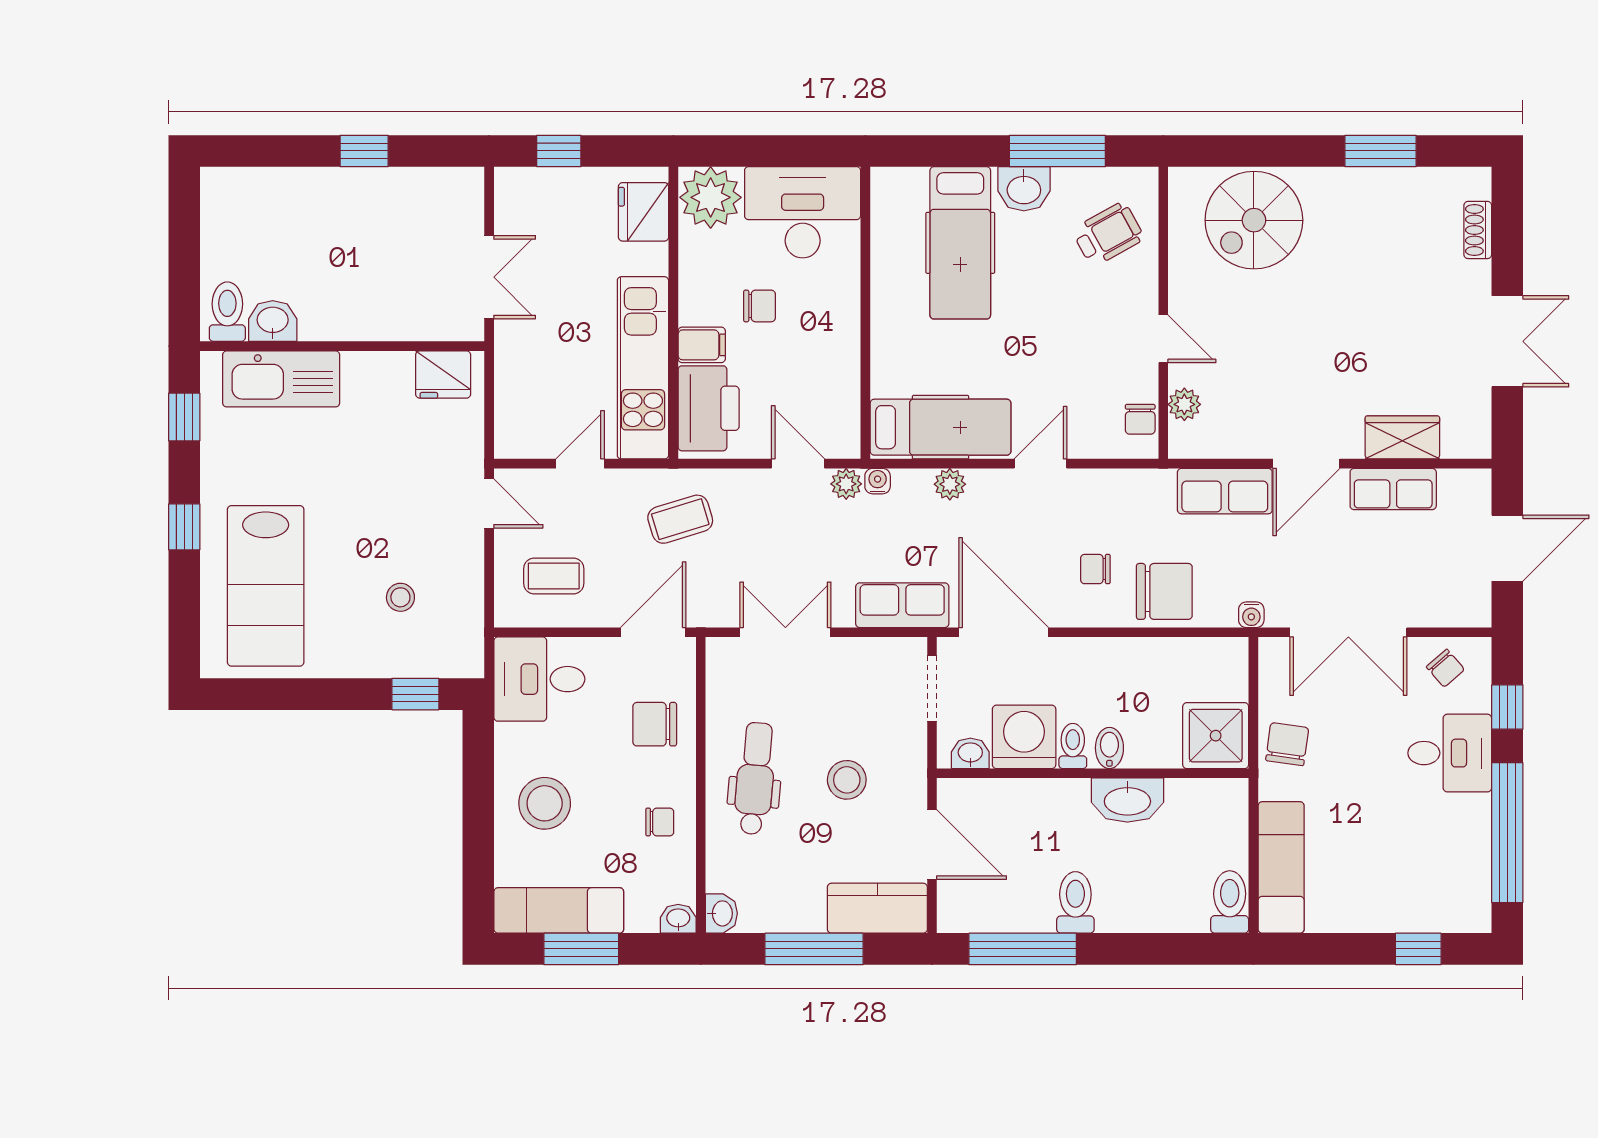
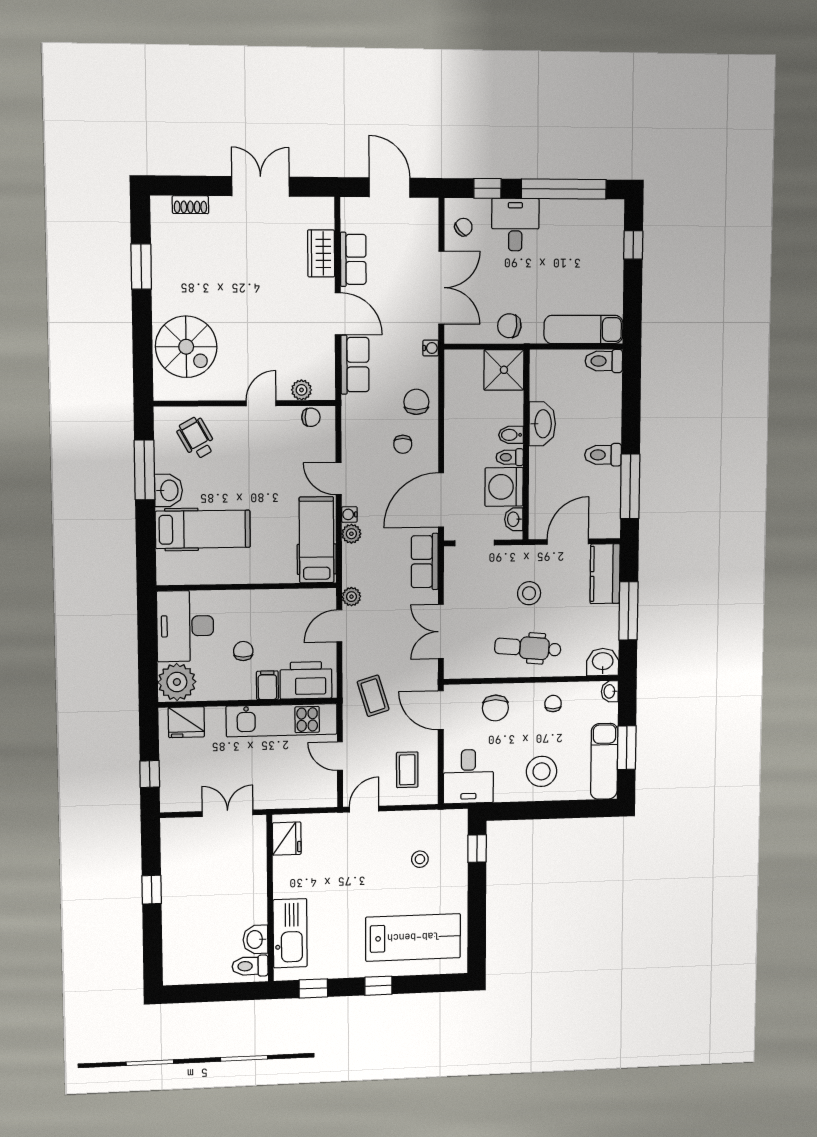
water cooler: (878, 481) -> (349, 514), moved
chair: (1164, 591) -> (416, 402), width x0.73, depth x0.73
washbasin: (721, 913) -> (603, 662), width x1.38, depth x1.45

